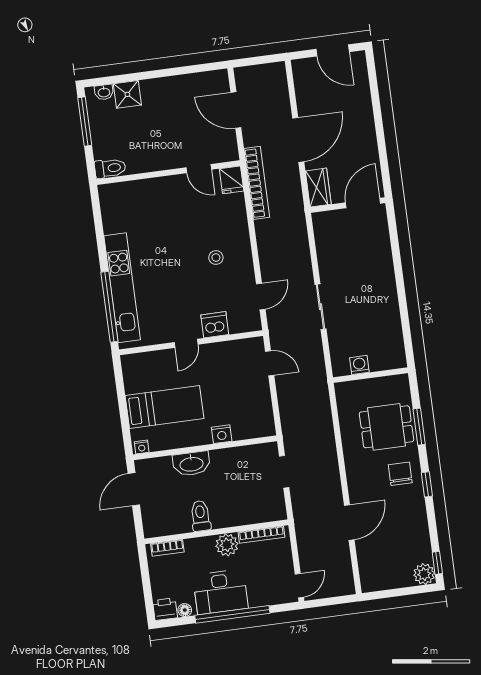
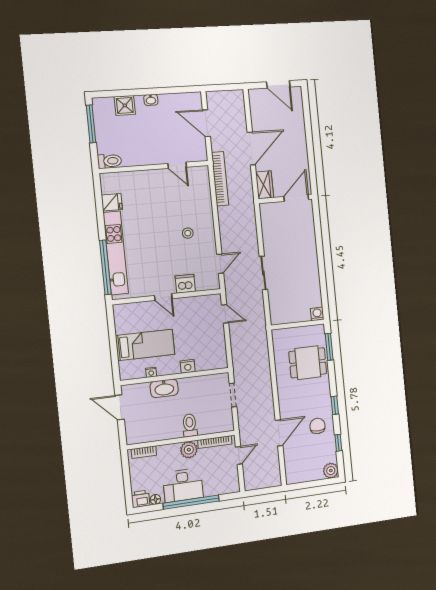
washbasin: (104, 92) -> (151, 100), moved
fridge: (232, 180) -> (112, 202), moved, turned -90
door: (186, 343) -> (163, 297), hinge flipped
washing machine: (359, 365) -> (317, 314), moved
window: (419, 427) -> (329, 347), moved
nightstand: (142, 447) -> (151, 372), moved
chair: (400, 474) -> (317, 426), moved
door: (134, 489) -> (120, 407), hinge flipped
toilet: (201, 516) -> (190, 425), moved
window: (437, 563) -> (338, 443), moved
door: (299, 586) -> (239, 455), moved

